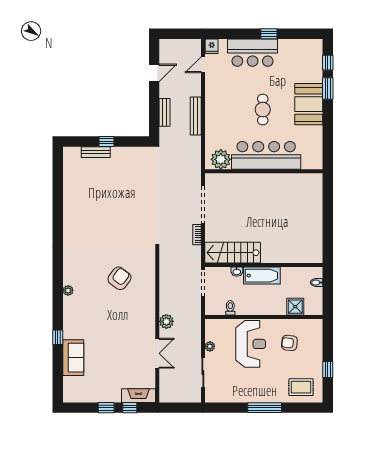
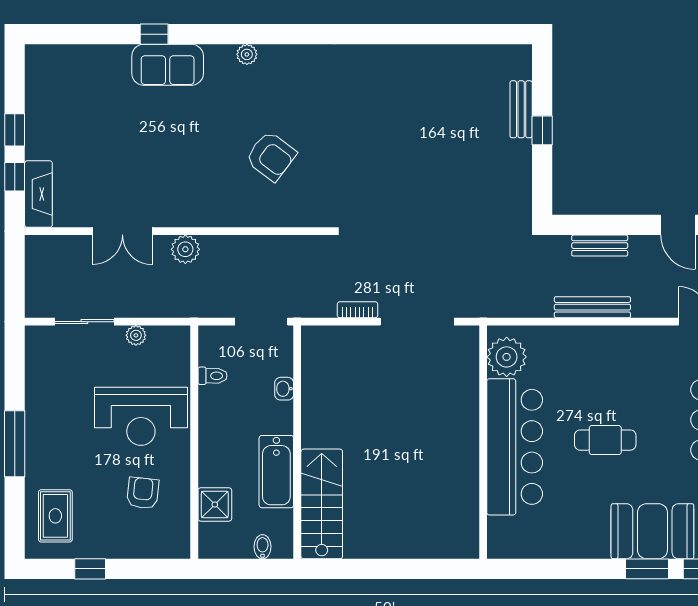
booth: (309, 104) -> (652, 531), moved
stairs: (233, 253) -> (322, 504), moved
bathtub: (262, 276) -> (276, 472), moved
sofa: (73, 358) -> (168, 65), moved

